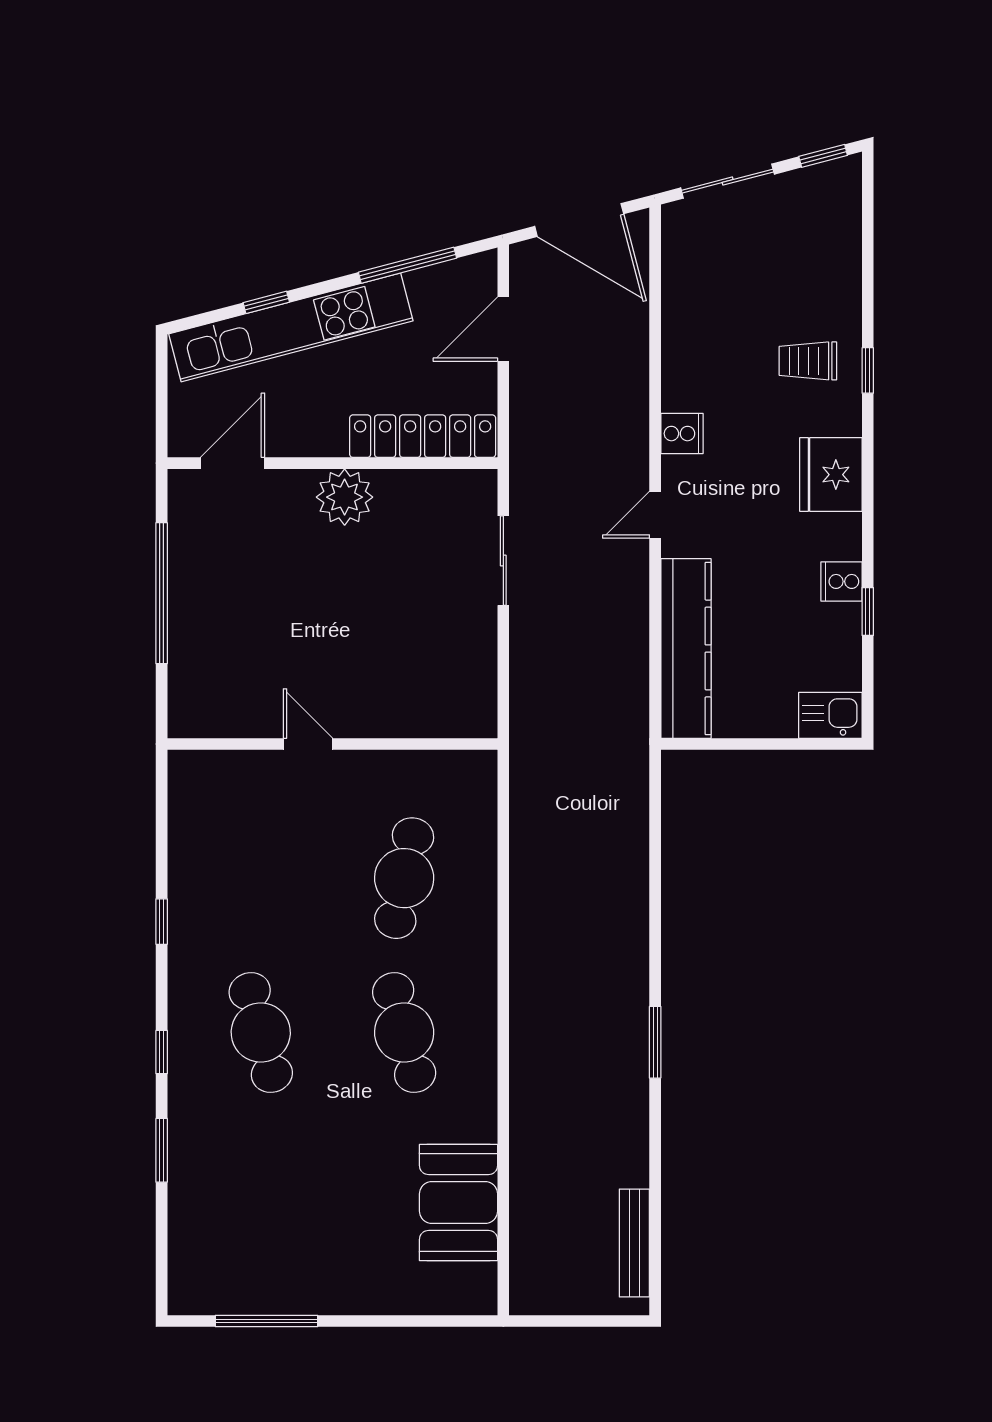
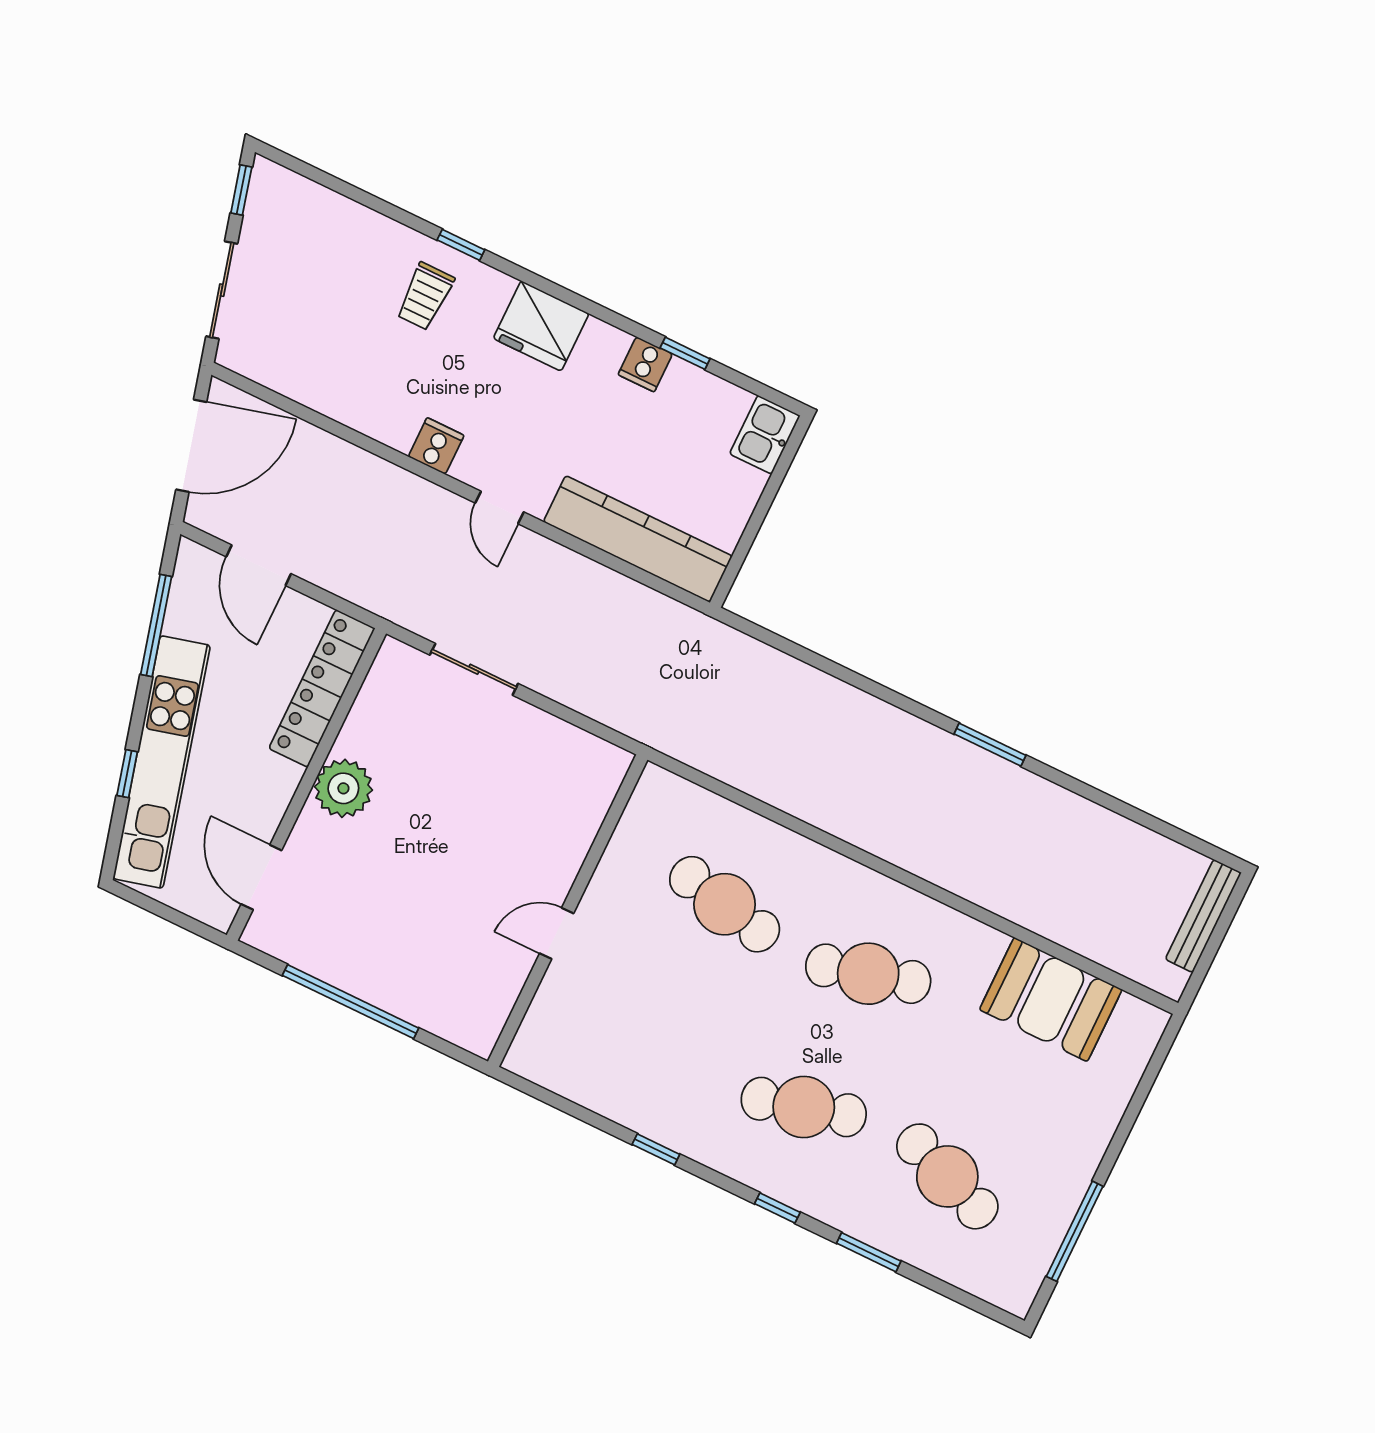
cafe table: (261, 1187) -> (947, 1176), added
bench: (634, 1243) -> (1203, 916), moved, turned 90

